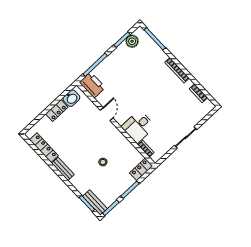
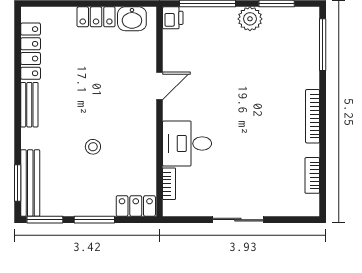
plant: (132, 41) -> (250, 19), moved
printer: (92, 85) -> (173, 18), width x0.53, depth x0.68
bench: (95, 202) -> (30, 183), width x1.36

